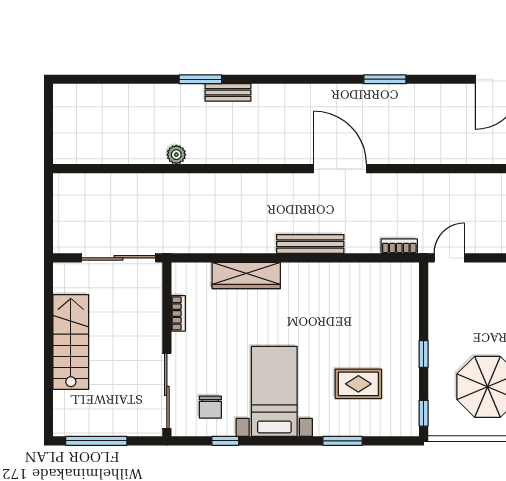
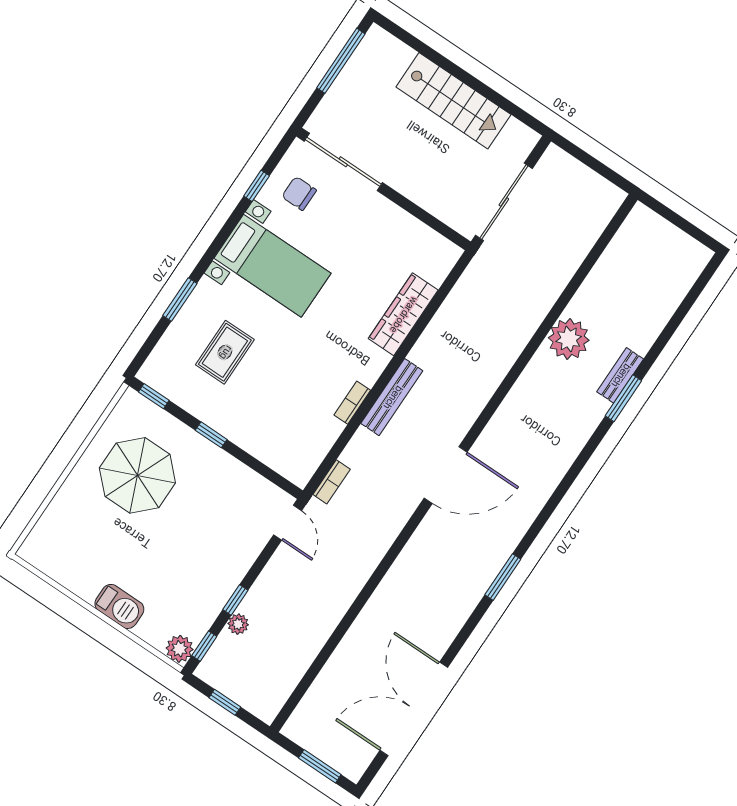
bench: (228, 92) -> (620, 375), moved
plant: (176, 155) -> (569, 339), width x1.88, depth x1.88
bookcase: (178, 313) -> (352, 403), moved, turned 90

